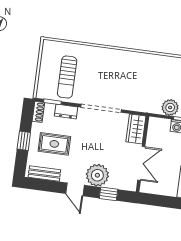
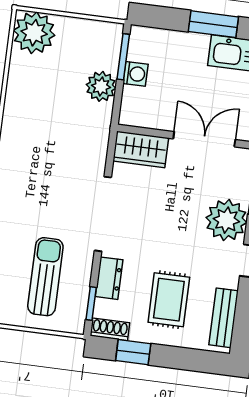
sun lounger: (67, 77) -> (45, 277), turned -90
window: (24, 141) -> (133, 352), moved

